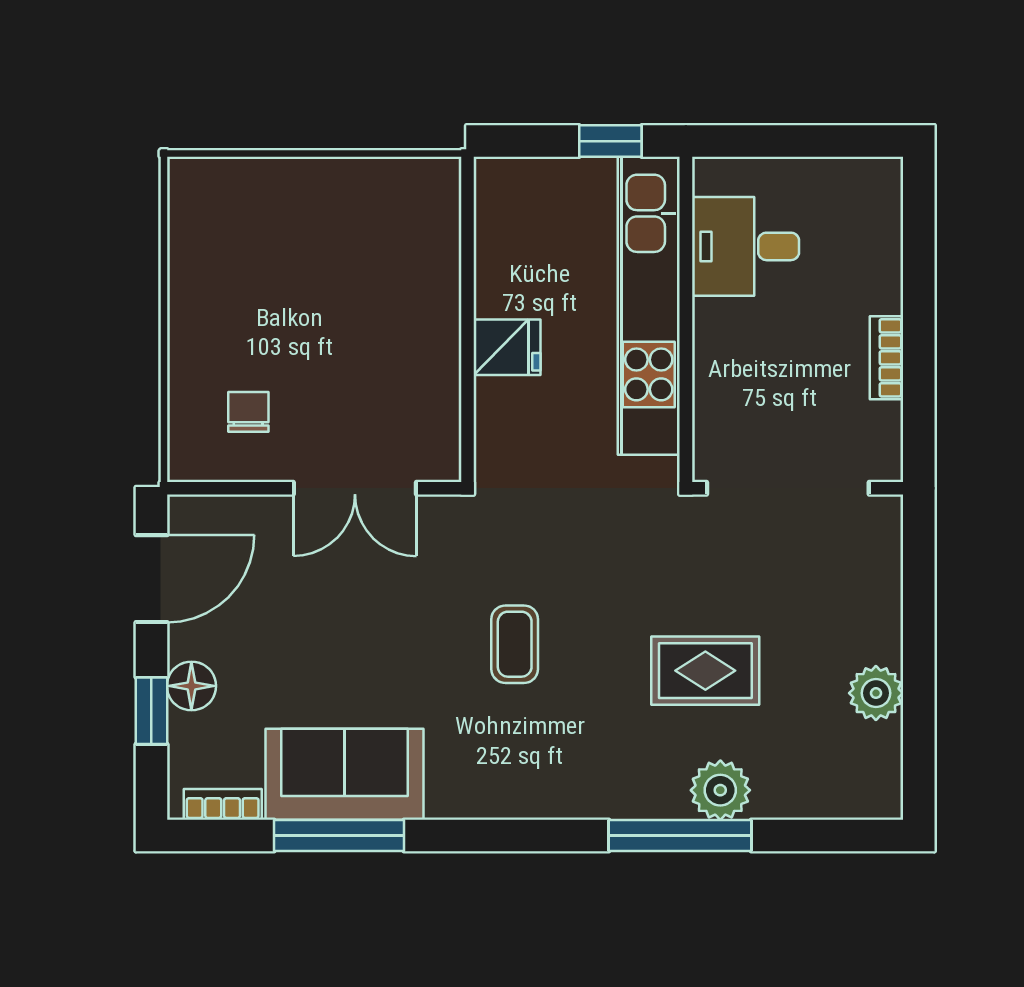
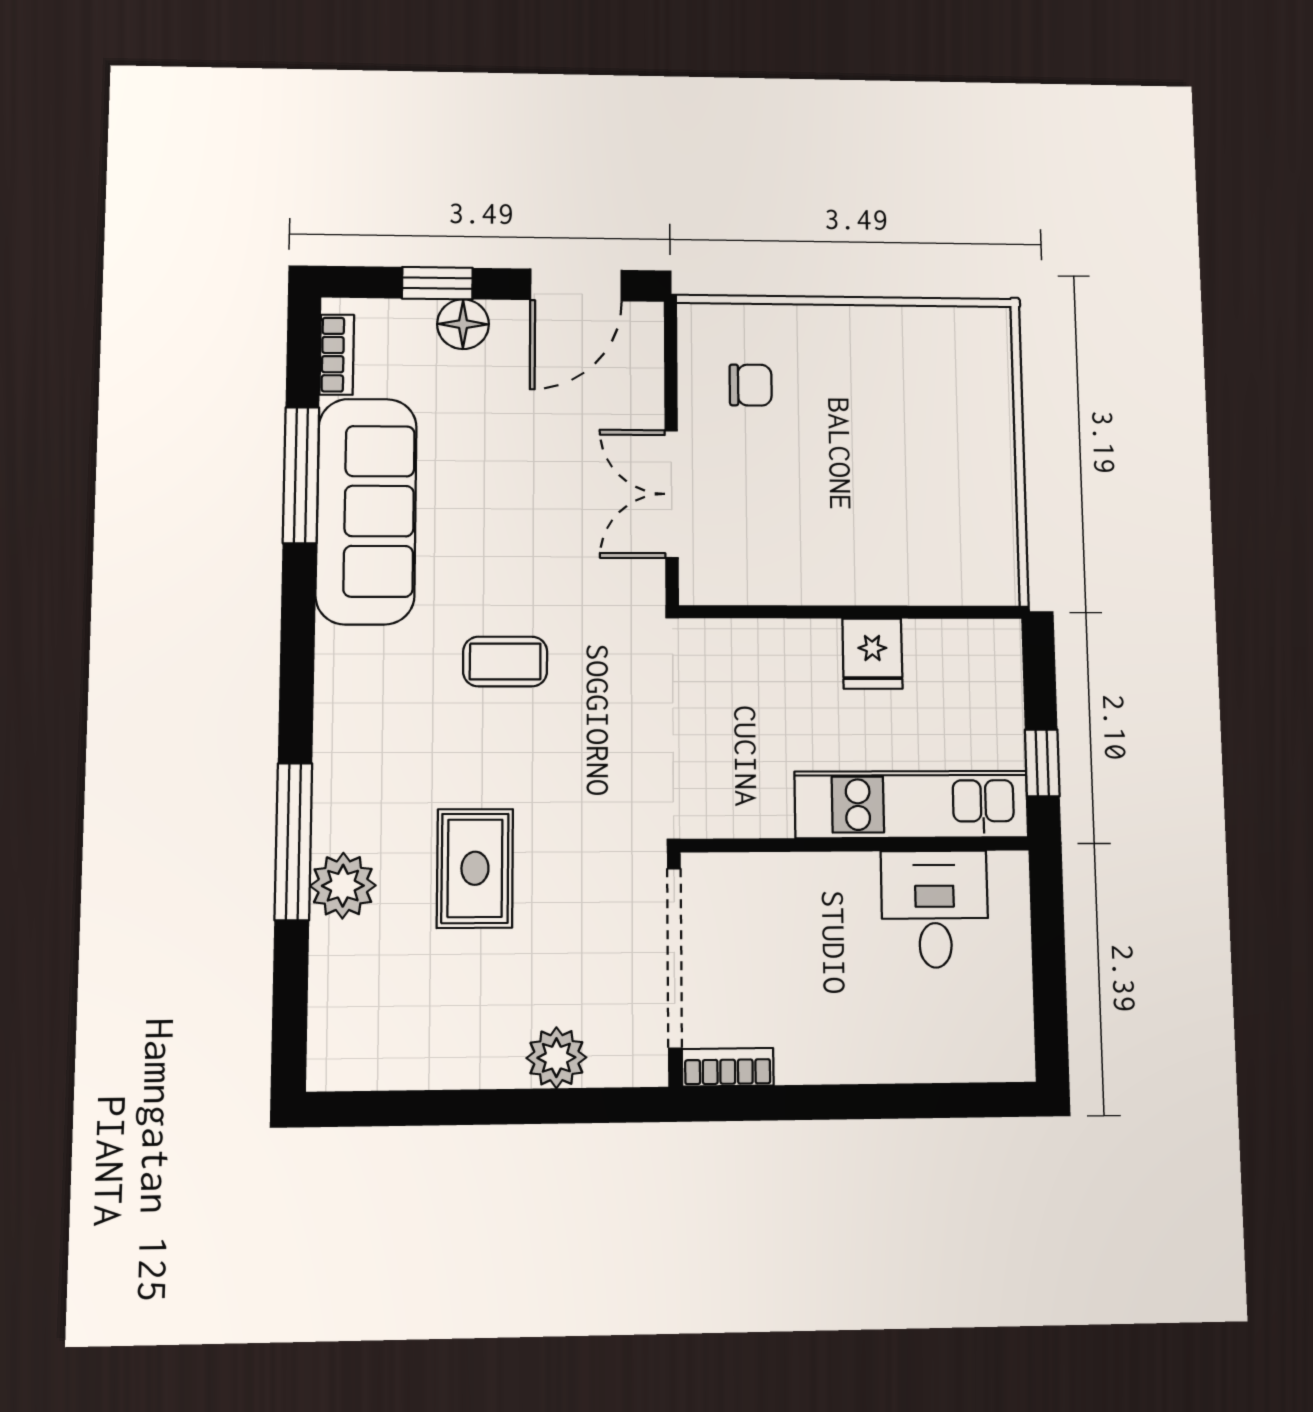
kitchen unit: (649, 306) -> (911, 804), width x0.73
fridge: (507, 347) -> (872, 654), moved
bookcase: (886, 358) -> (728, 1067), moved
door: (151, 579) -> (576, 285), hinge flipped
plant: (876, 693) -> (556, 1058), moved
sofa: (345, 774) -> (366, 511), width x1.36

